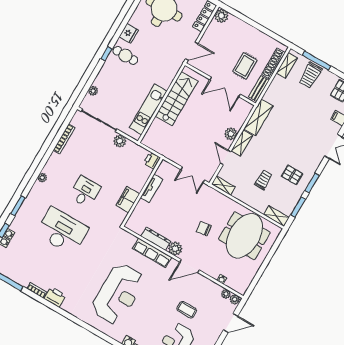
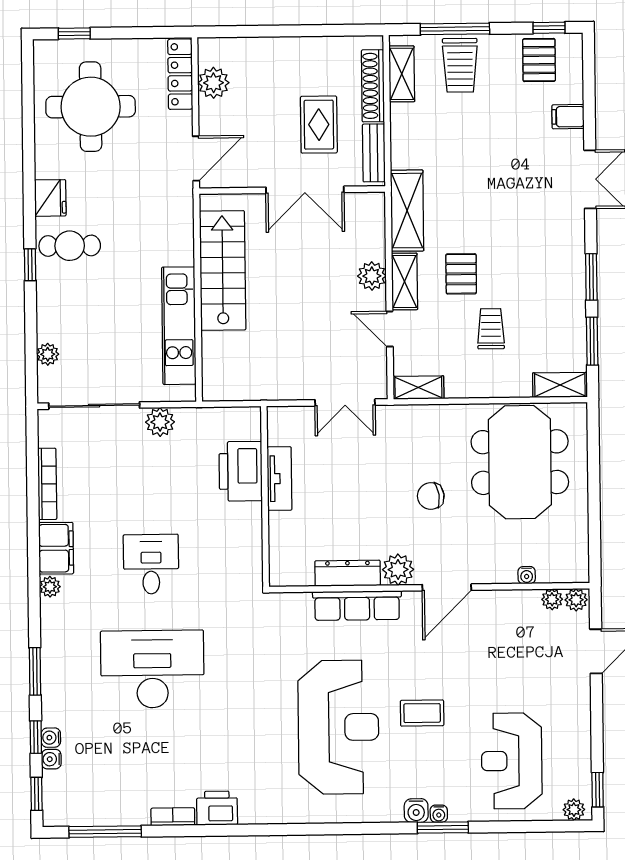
plant: (221, 16) -> (213, 83), moved
printer: (152, 160) -> (241, 471), moved, width x1.87, depth x1.48
pallet: (292, 175) -> (461, 274), moved, turned 90
filing cabinet: (128, 200) -> (56, 548), moved, turned 180
coffee table: (187, 310) -> (422, 713), moved

